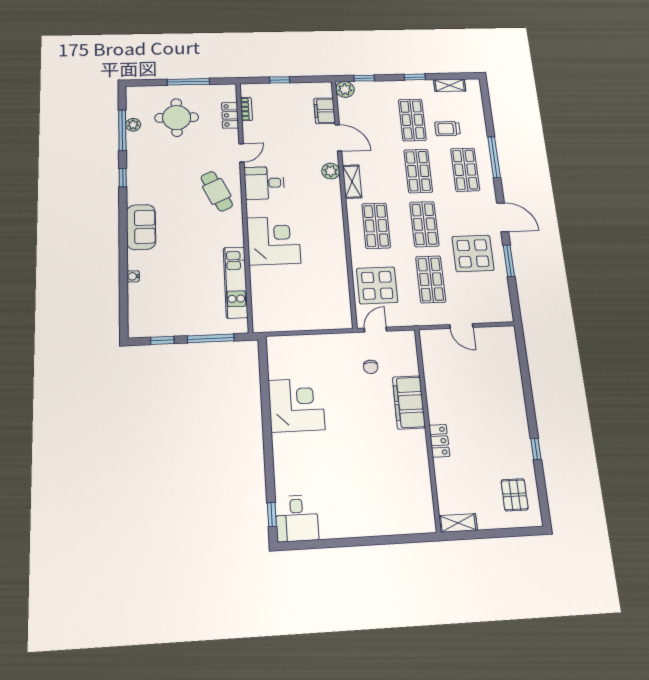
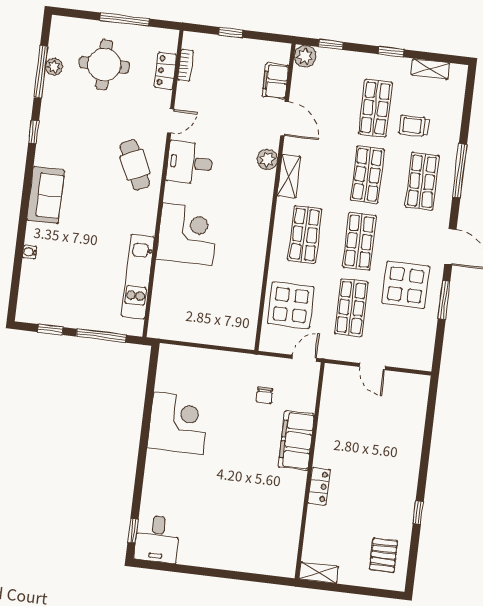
door: (375, 330) -> (304, 358), moved

